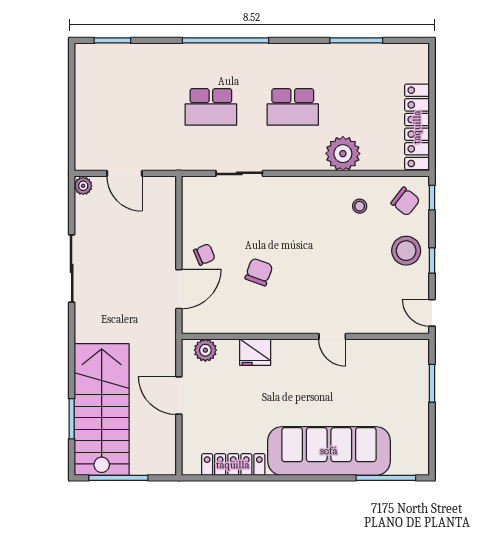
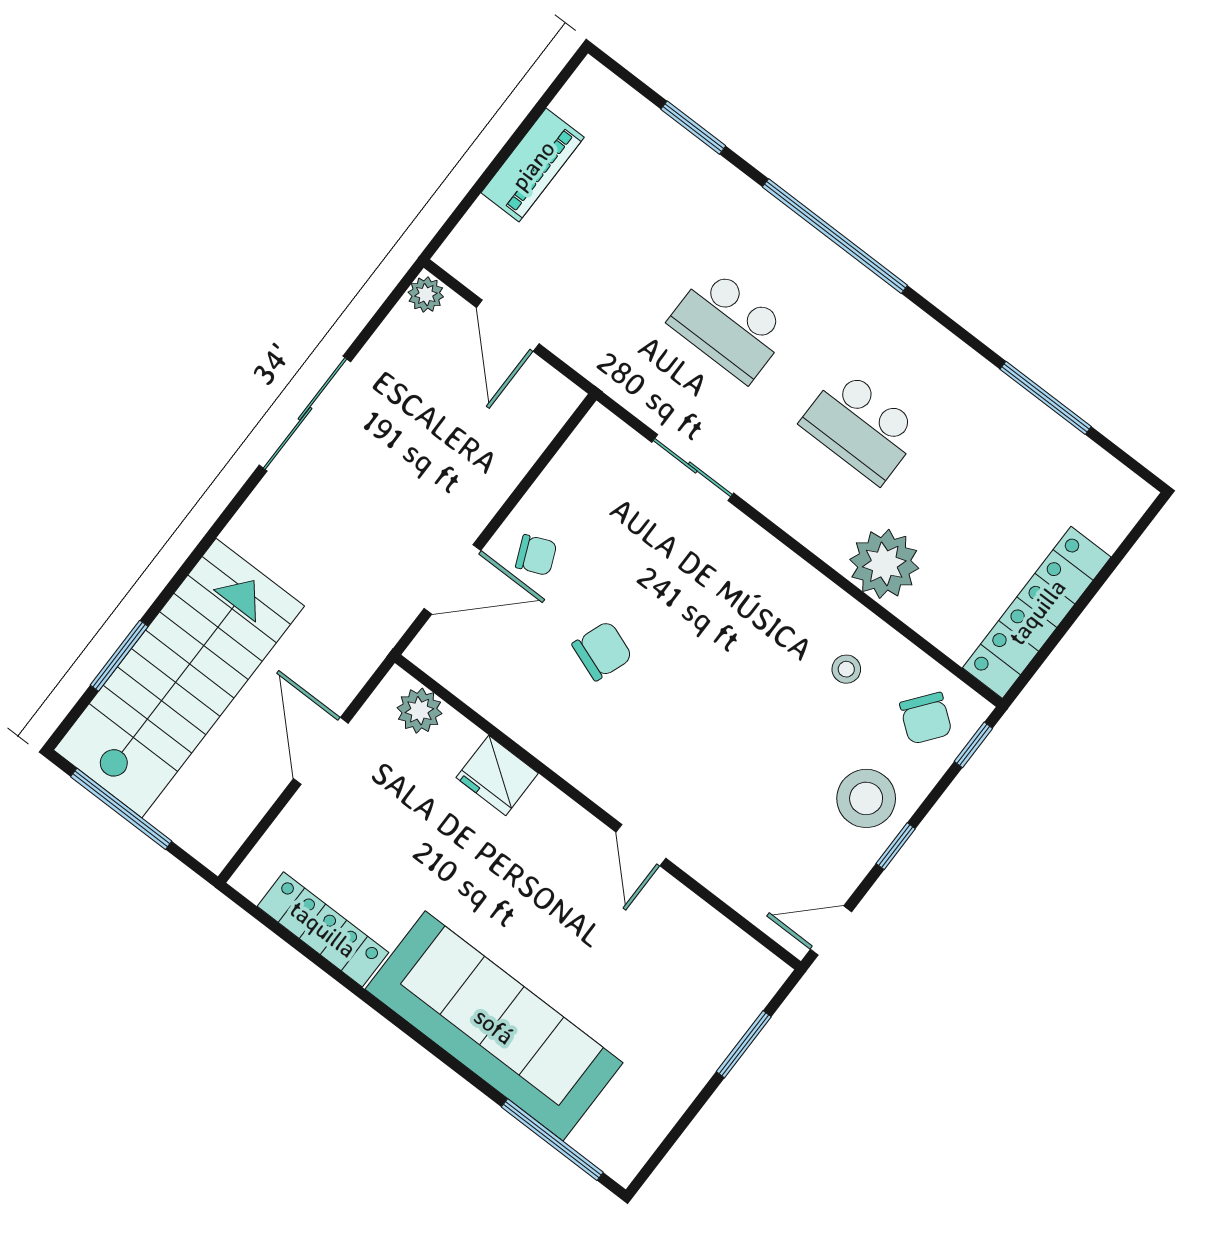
window: (112, 40) -> (693, 128), moved
piano: (86, 103) -> (533, 165), added
door: (432, 313) -> (831, 931), hinge flipped

